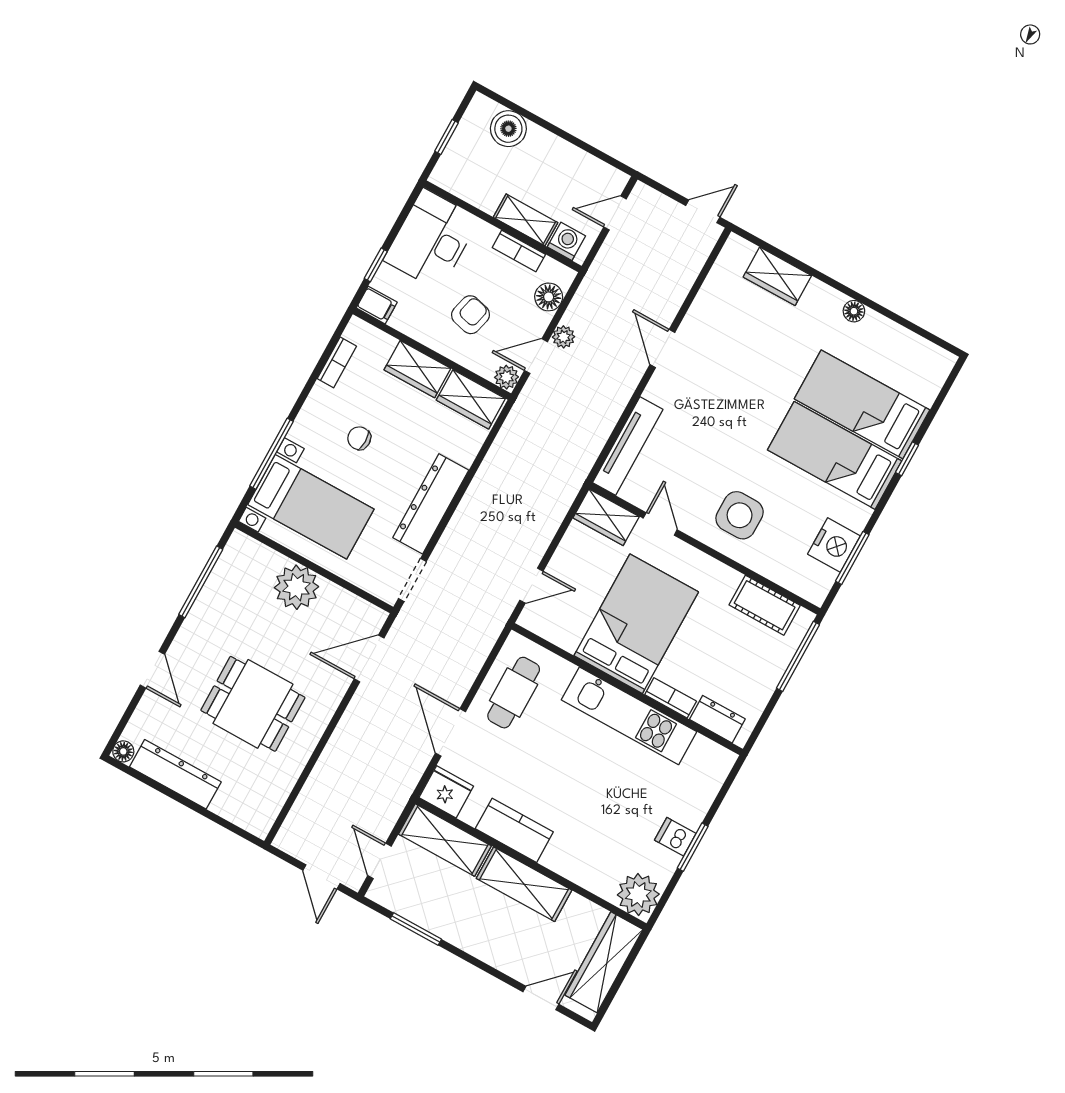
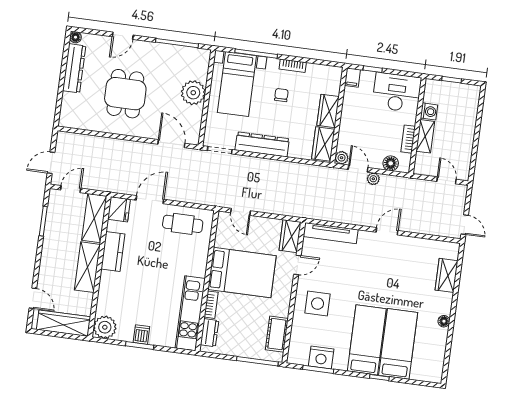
boiler: (508, 129) -> (468, 110), removed
washing machine: (566, 241) -> (429, 111), moved
armchair: (471, 315) -> (366, 127), removed
bookcase: (337, 362) -> (293, 66), moved
kitchen unit: (629, 716) -> (190, 313), moved

